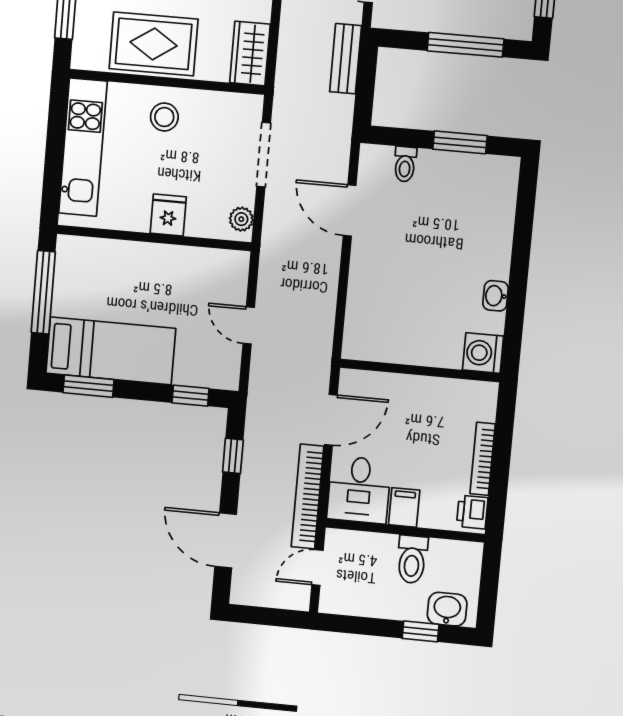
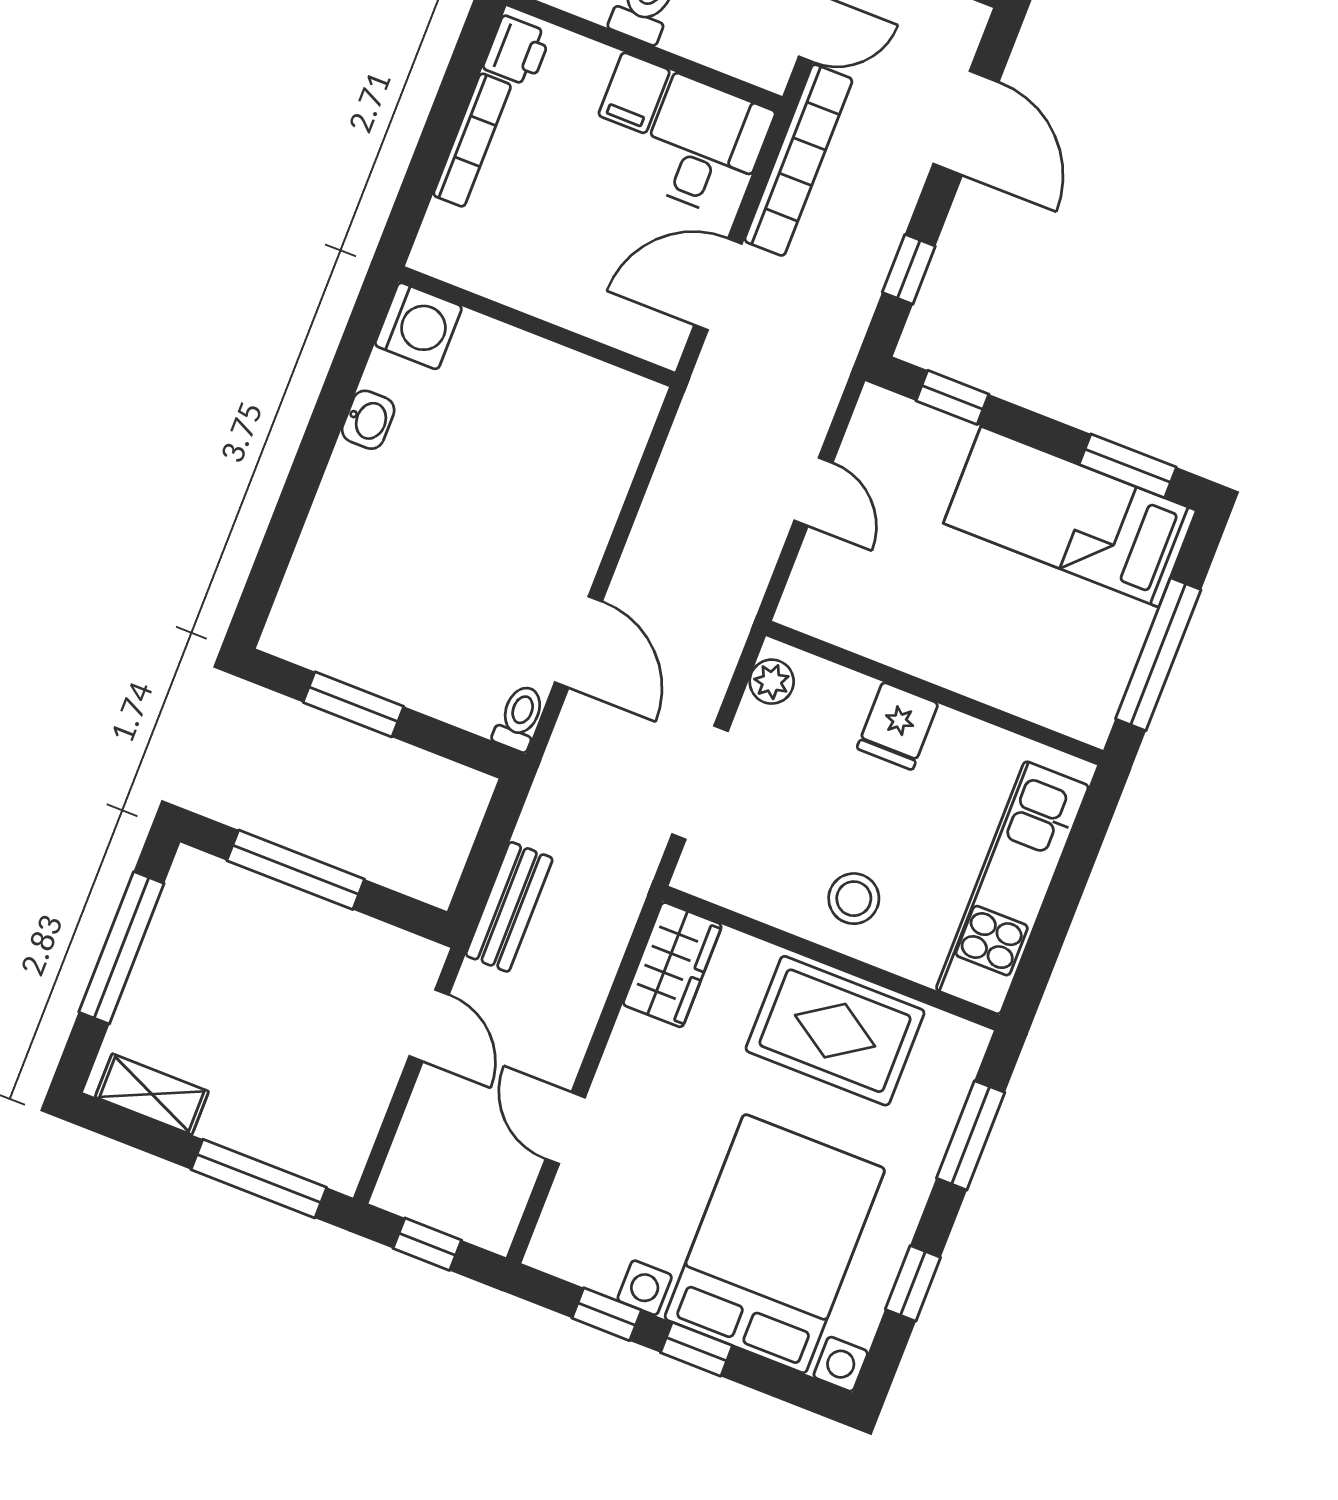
toilet: (405, 164) -> (519, 718), moved

